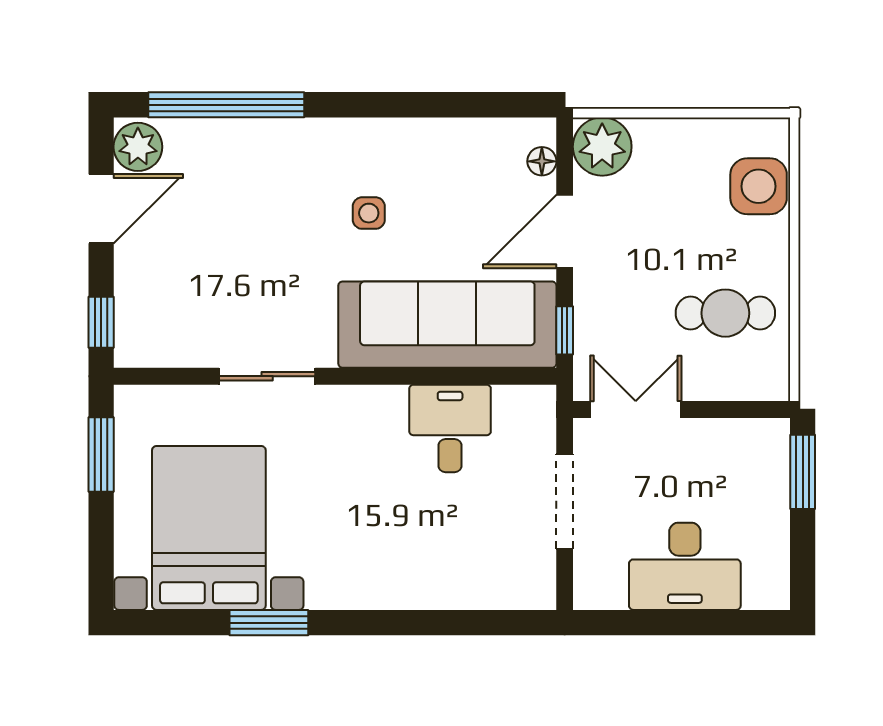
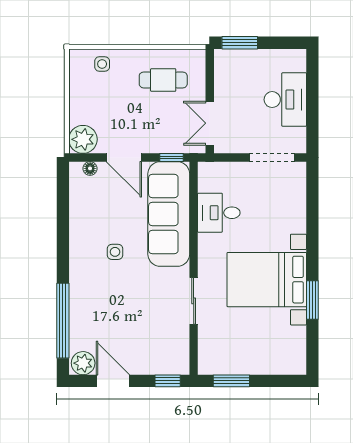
side table: (759, 186) -> (102, 64), width x0.54, depth x0.54
cafe table: (725, 313) -> (163, 80), turned 90
doorway: (565, 501) -> (272, 157), moved
bed with nightstands: (209, 528) -> (267, 280), moved

